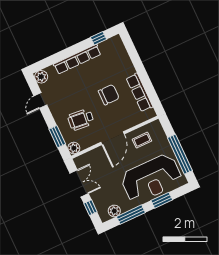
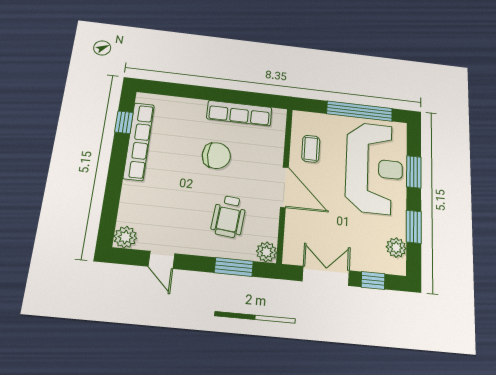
row of seats: (77, 59) -> (139, 141), moved
chair: (109, 95) -> (216, 156), turned 90
window: (131, 215) -> (414, 227), width x0.69

